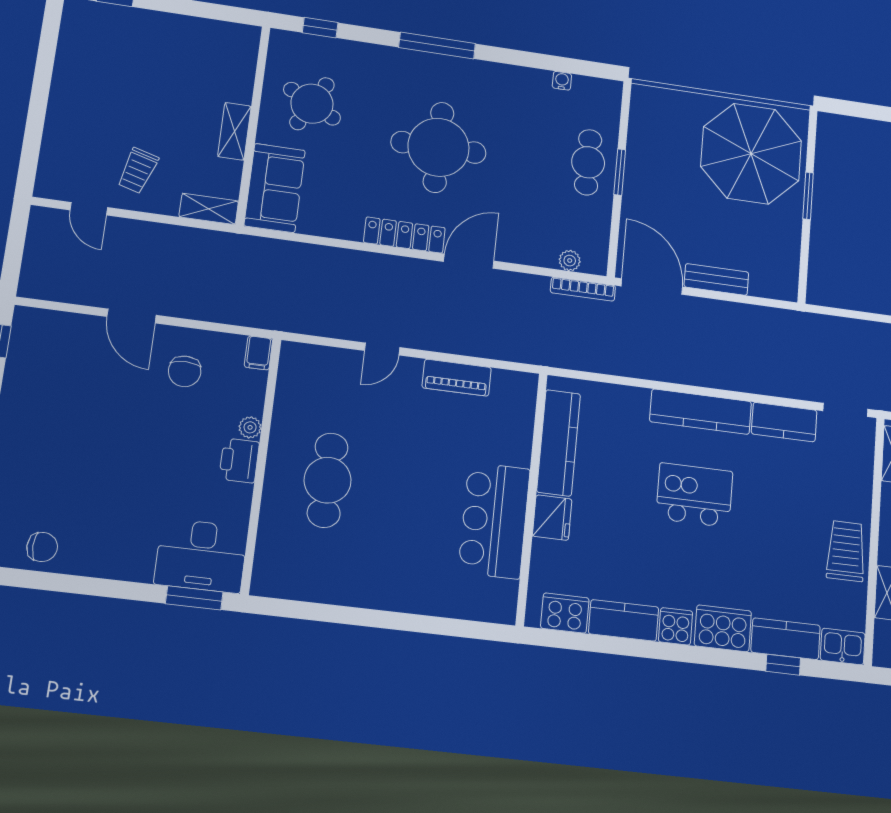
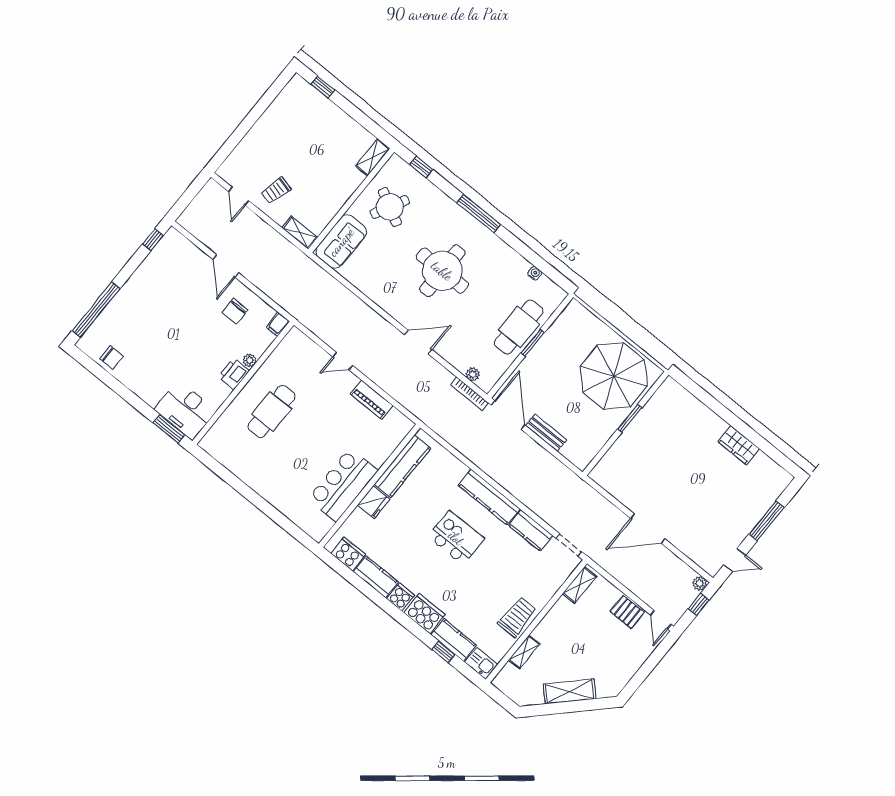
shelving: (234, 131) -> (373, 157), moved
cafe table: (588, 162) -> (519, 327), width x1.37, depth x1.35
locker: (404, 235) -> (393, 308), removed

